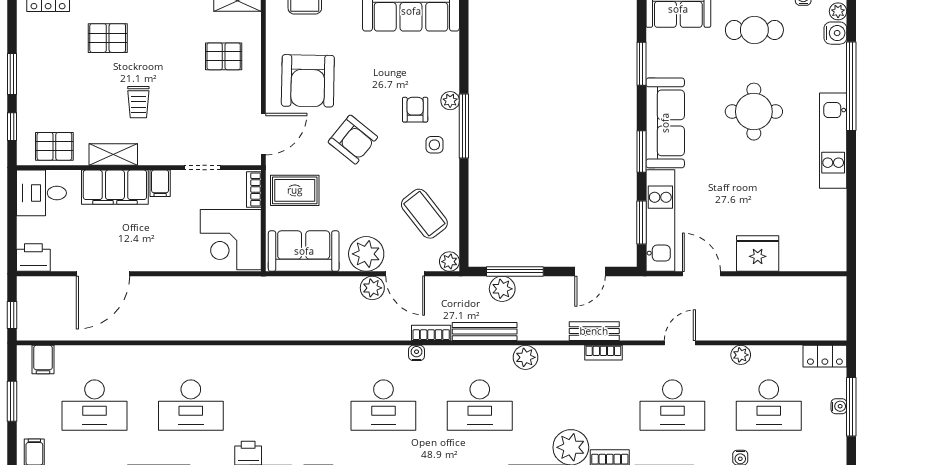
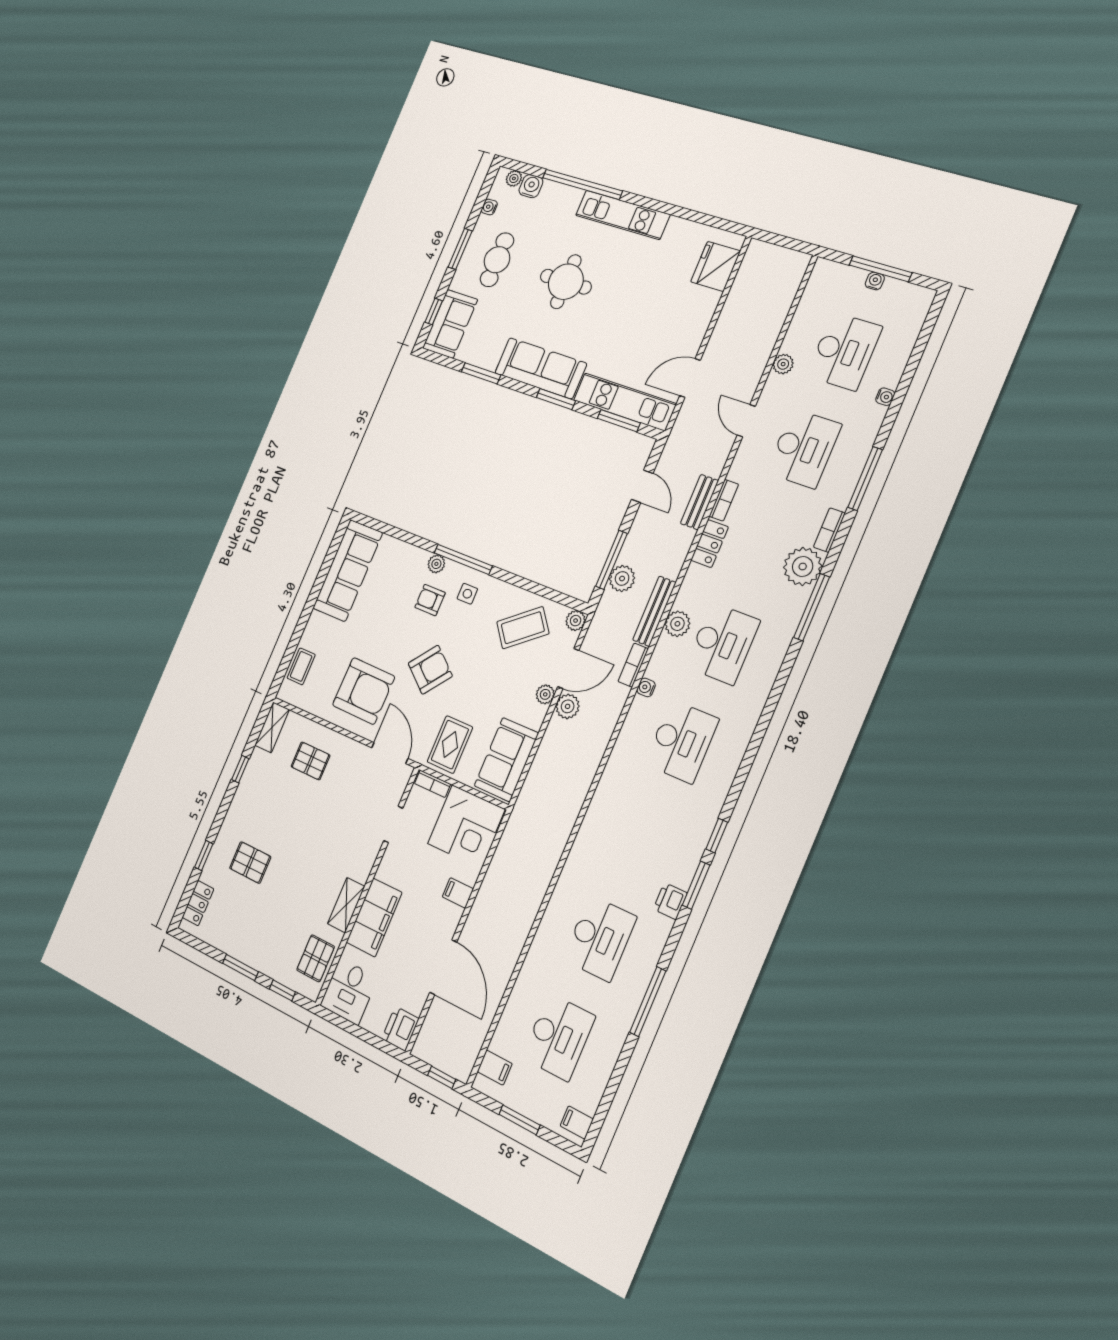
pallet: (108, 38) -> (250, 862), turned 90
pallet: (224, 56) -> (310, 761), turned 90
trolley: (138, 102) -> (313, 859), removed
filing cabinet: (160, 183) -> (458, 893), moved, turned 180
plant: (366, 254) -> (545, 694), width x0.53, depth x0.53
fridge: (758, 254) -> (716, 266), moved
locker: (825, 356) -> (710, 544), moved
plant: (526, 357) -> (677, 624), moved

